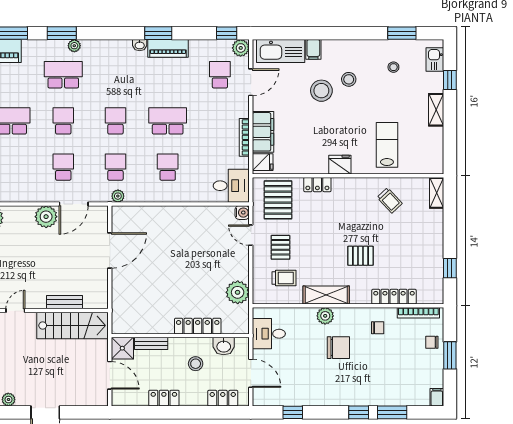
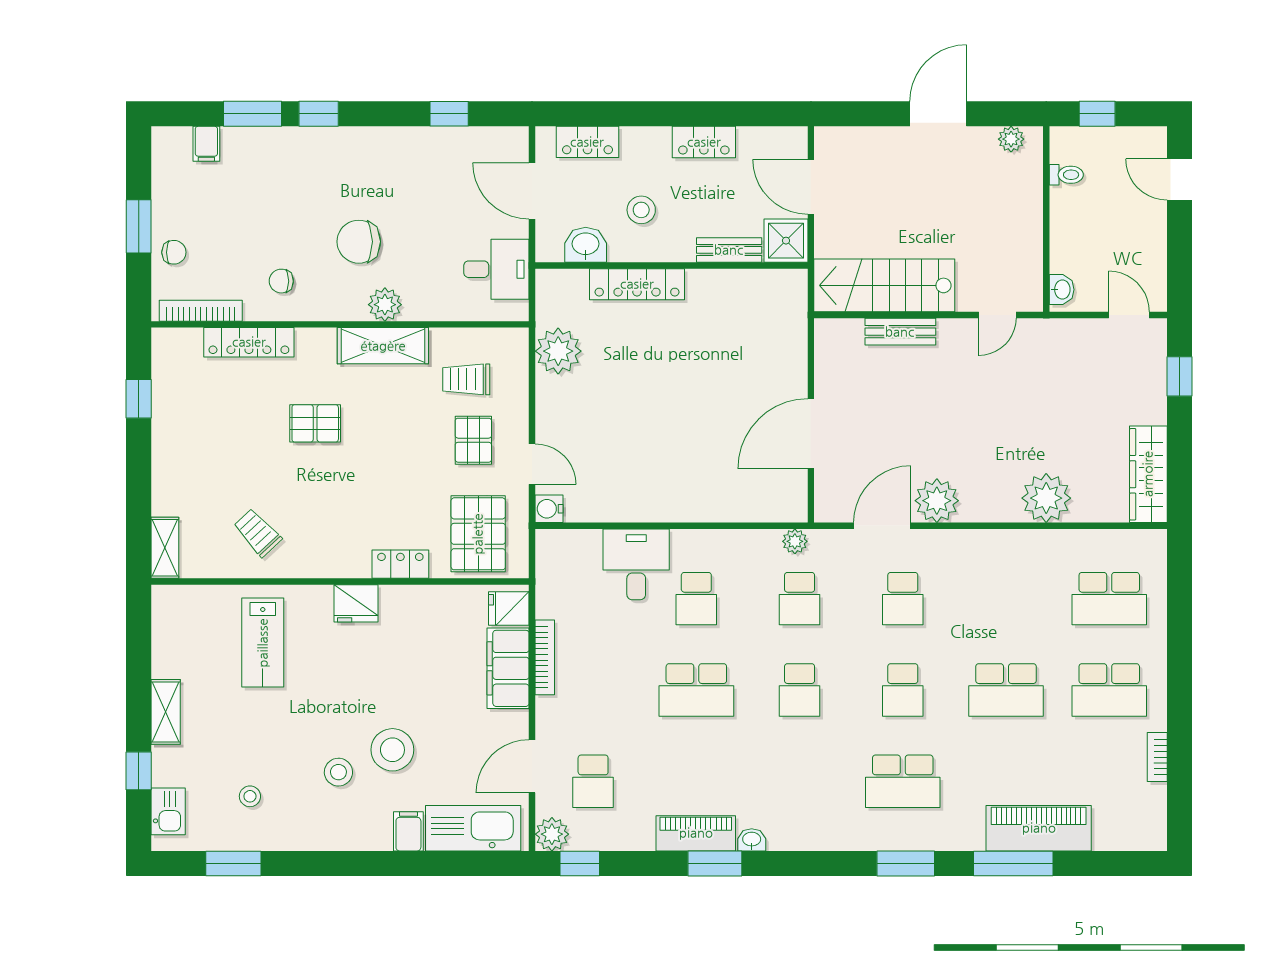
plant: (74, 46) -> (881, 839), removed
desk: (231, 186) -> (636, 564), moved, turned 90
filing cabinet: (437, 397) -> (206, 144), moved

